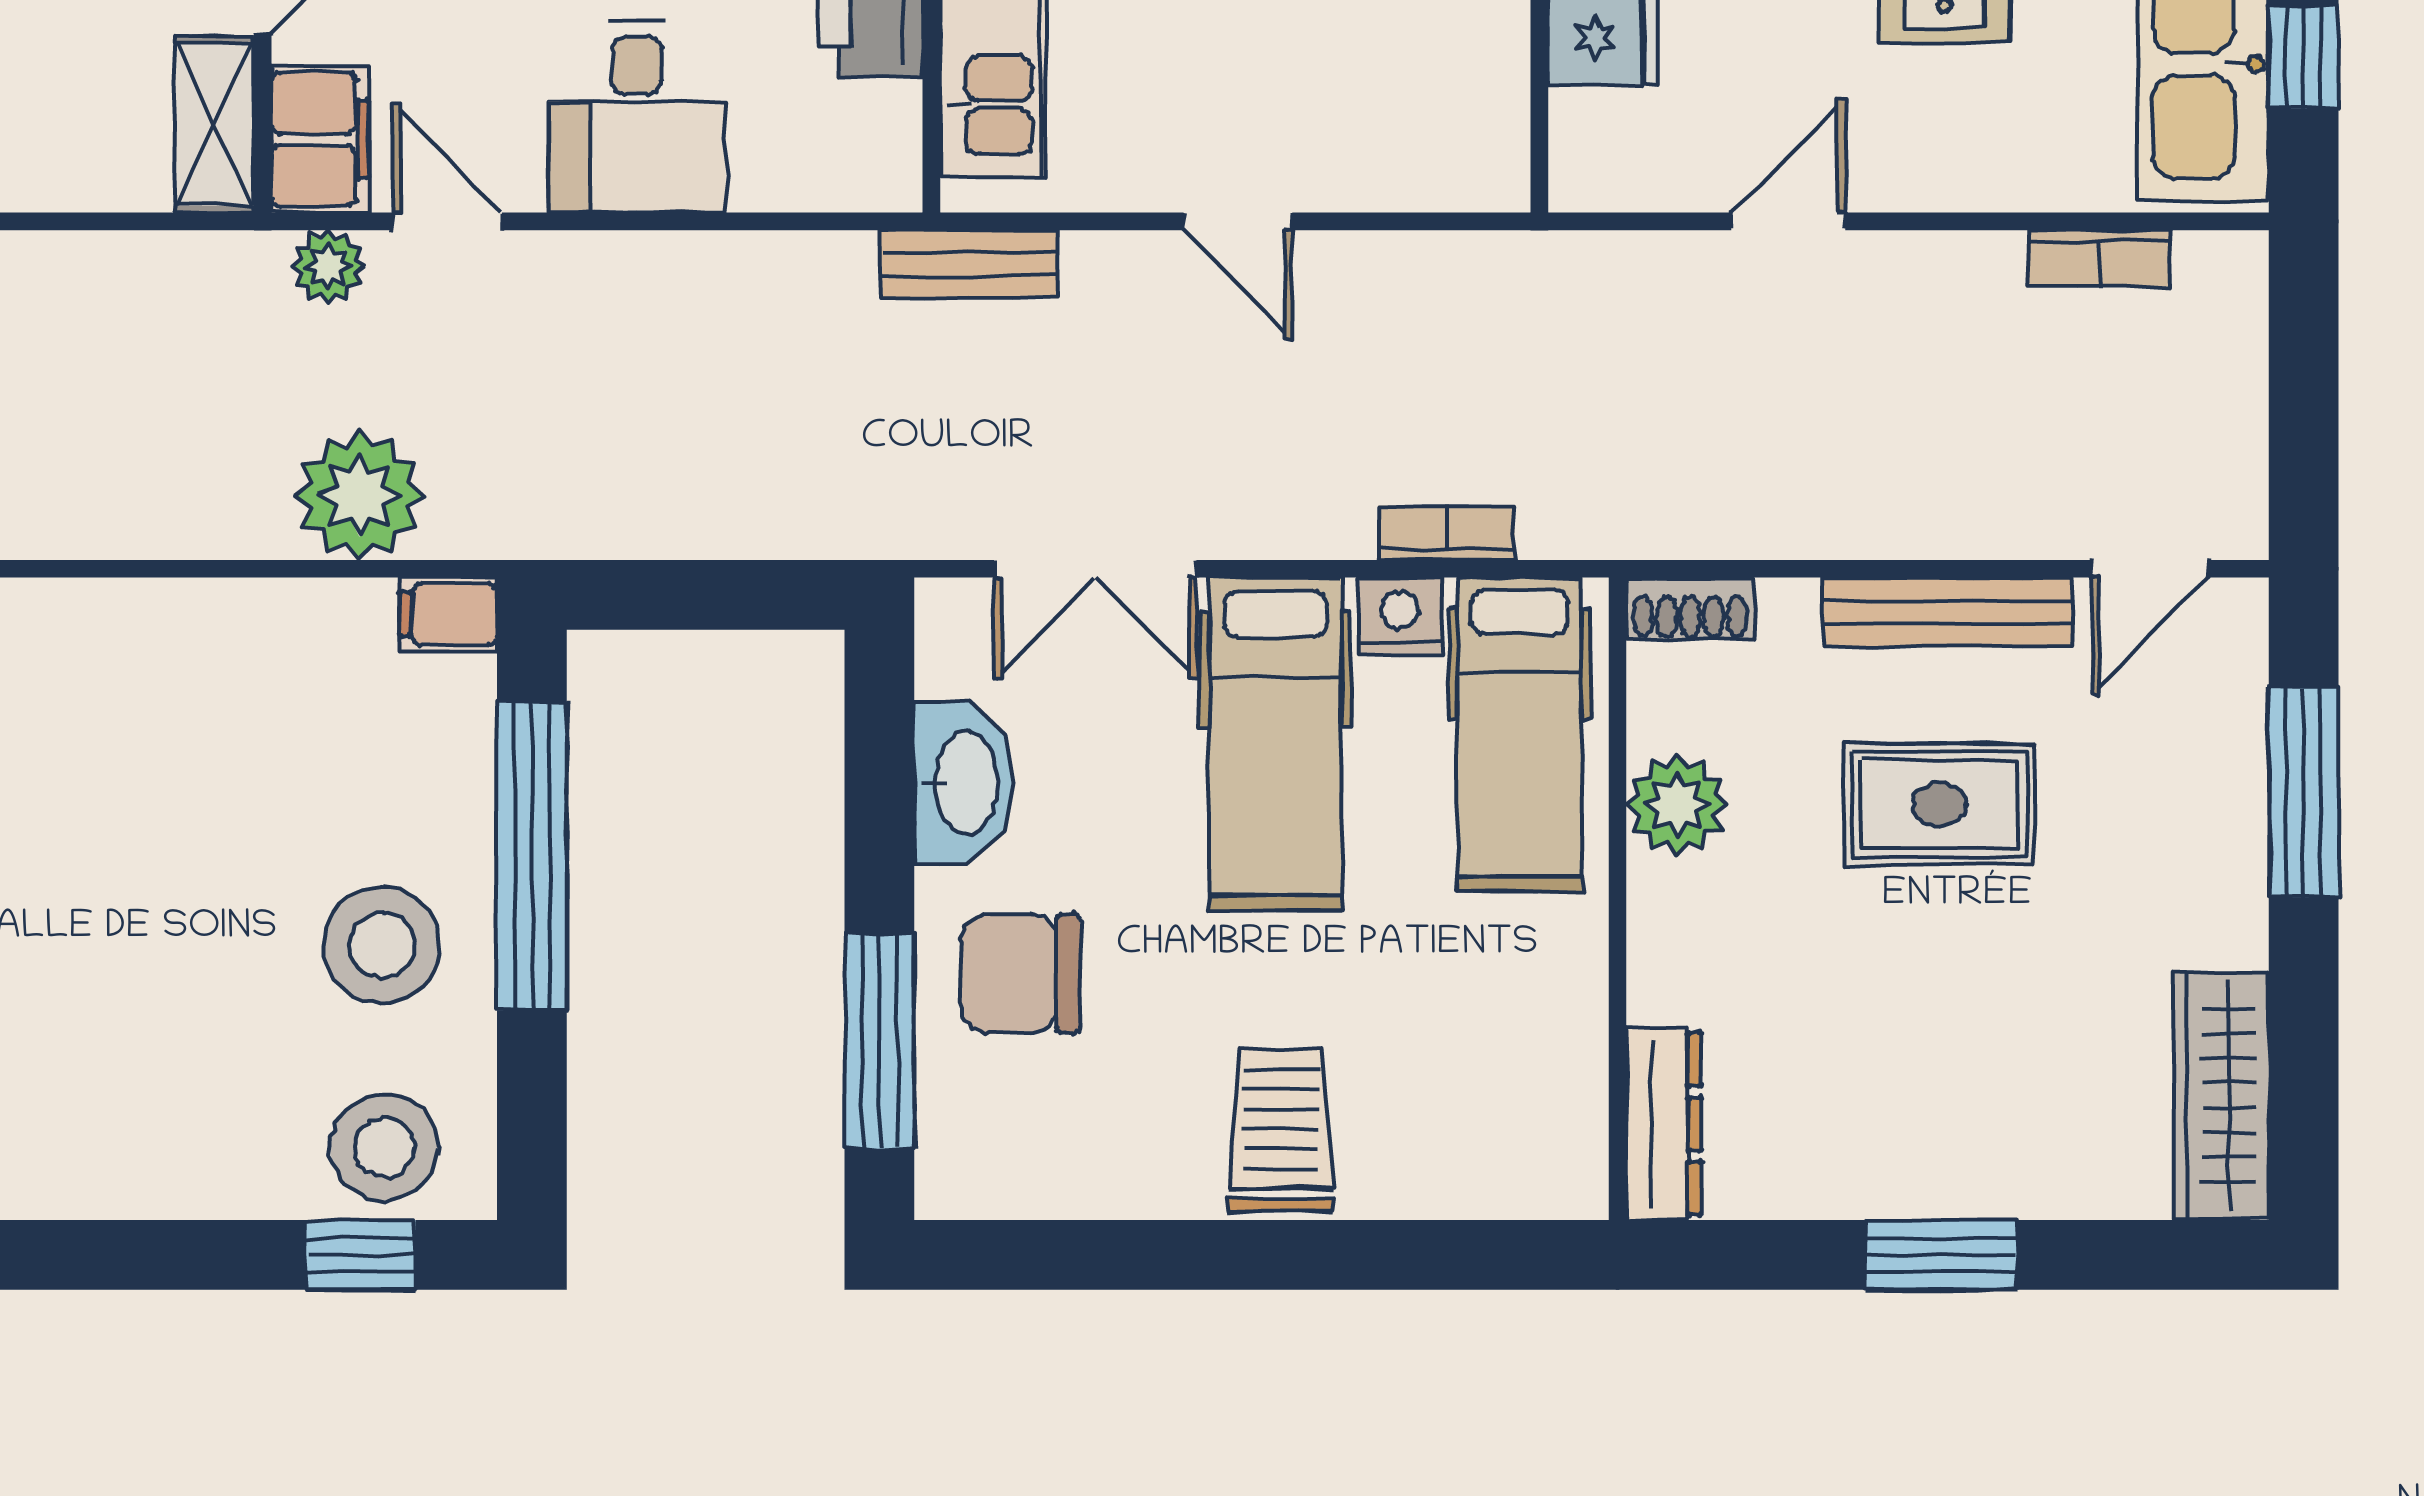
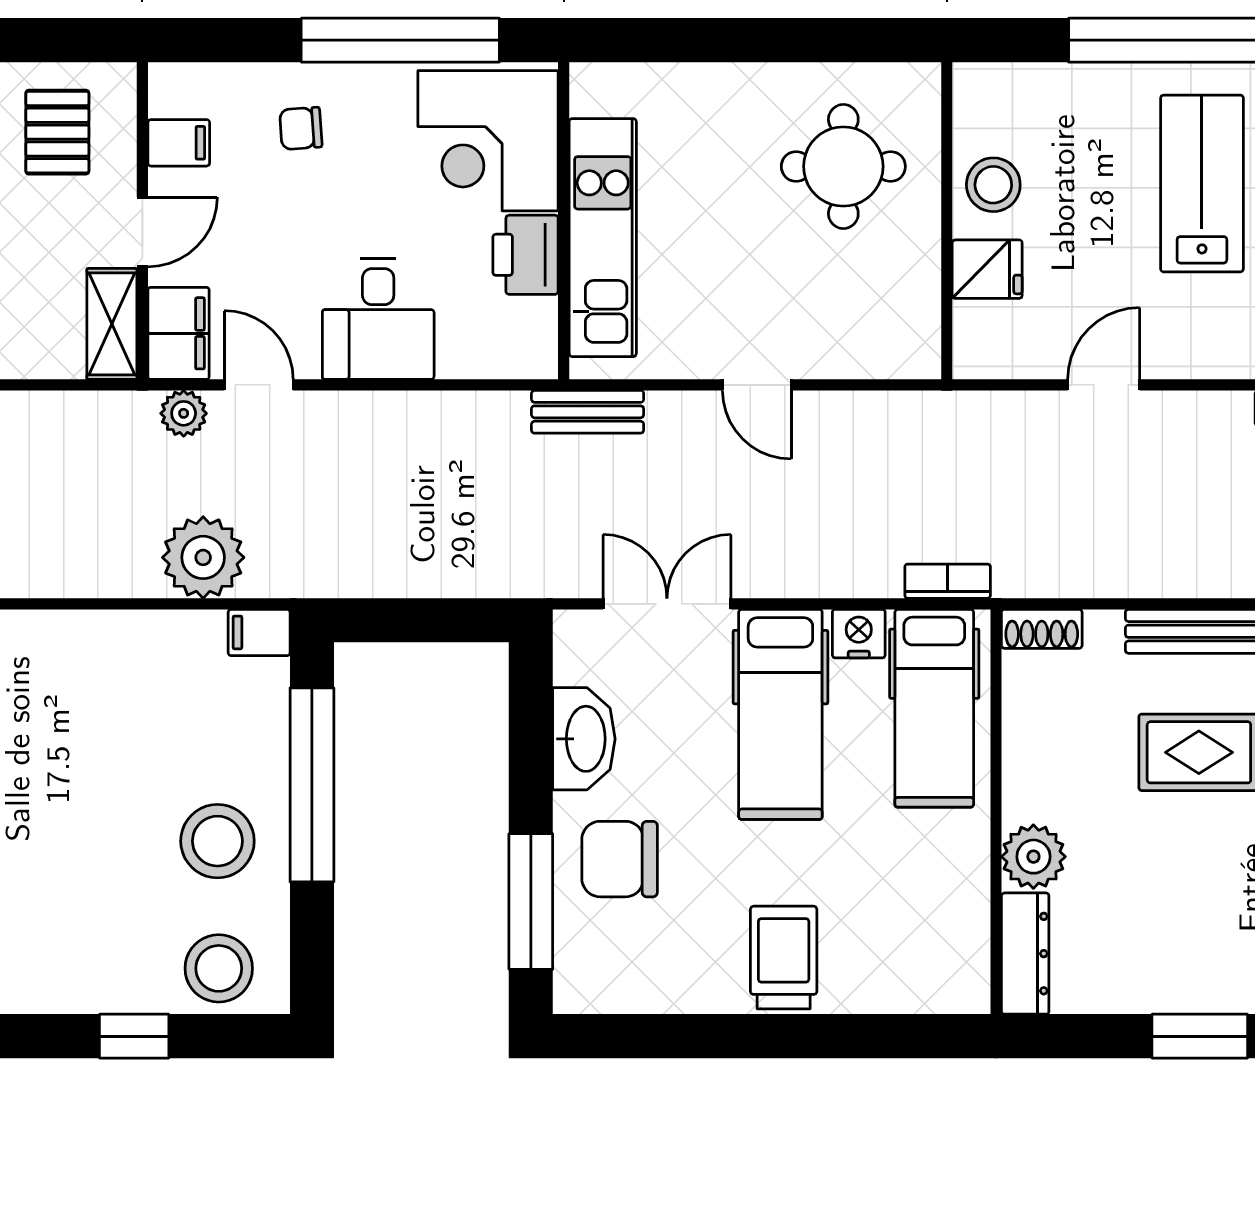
bookcase: (1446, 533) -> (948, 581), moved
double door: (1095, 569) -> (667, 604), swing flipped
plant: (1677, 805) -> (1033, 857), moved
window: (360, 1255) -> (134, 1036), moved

